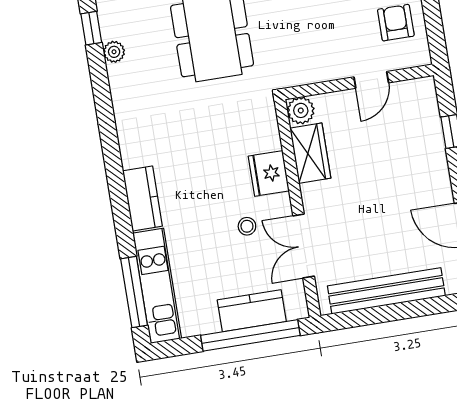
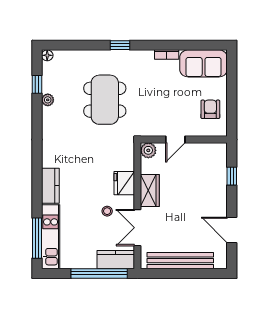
door: (371, 80) -> (175, 139), moved
wardrobe: (310, 153) -> (150, 190), moved
kitchen counter: (252, 311) -> (116, 260), moved

